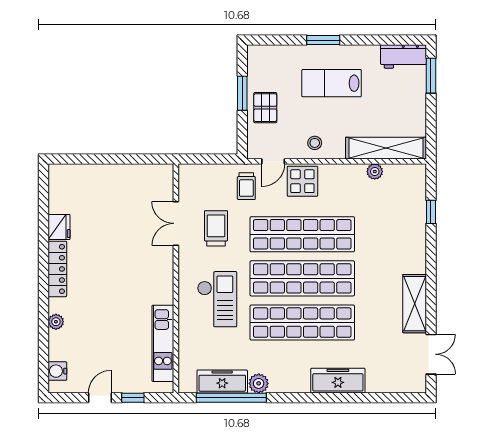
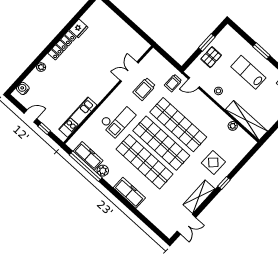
display table: (302, 181) -> (213, 162), moved
window: (431, 212) -> (224, 183), moved
trolley: (216, 228) -> (144, 89), turned 180
freezer: (338, 381) -> (129, 193), moved

